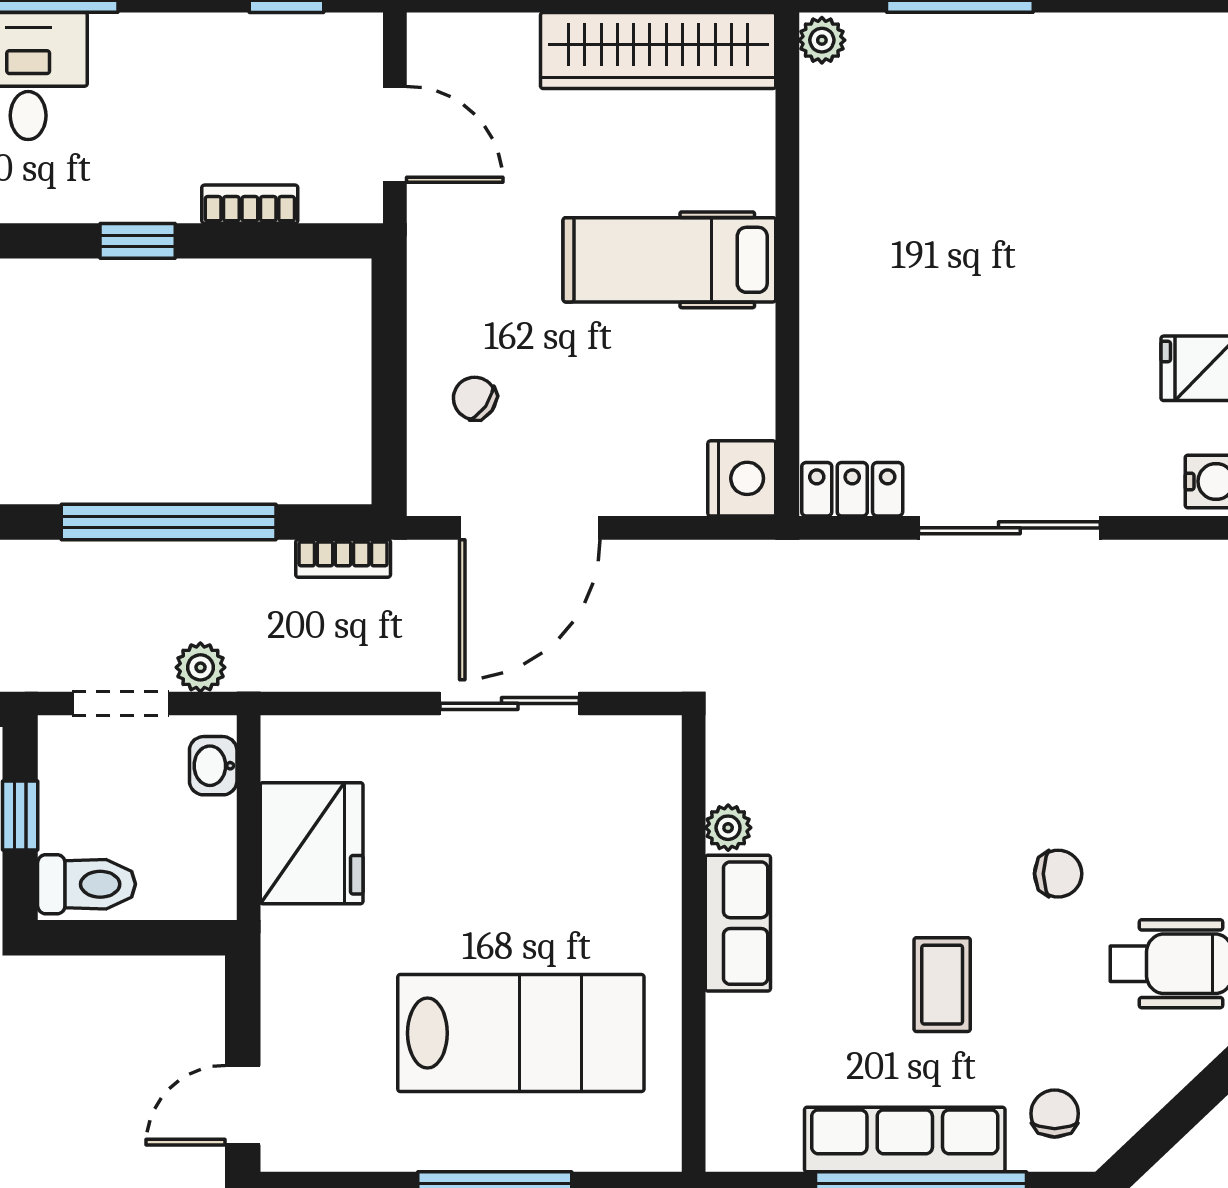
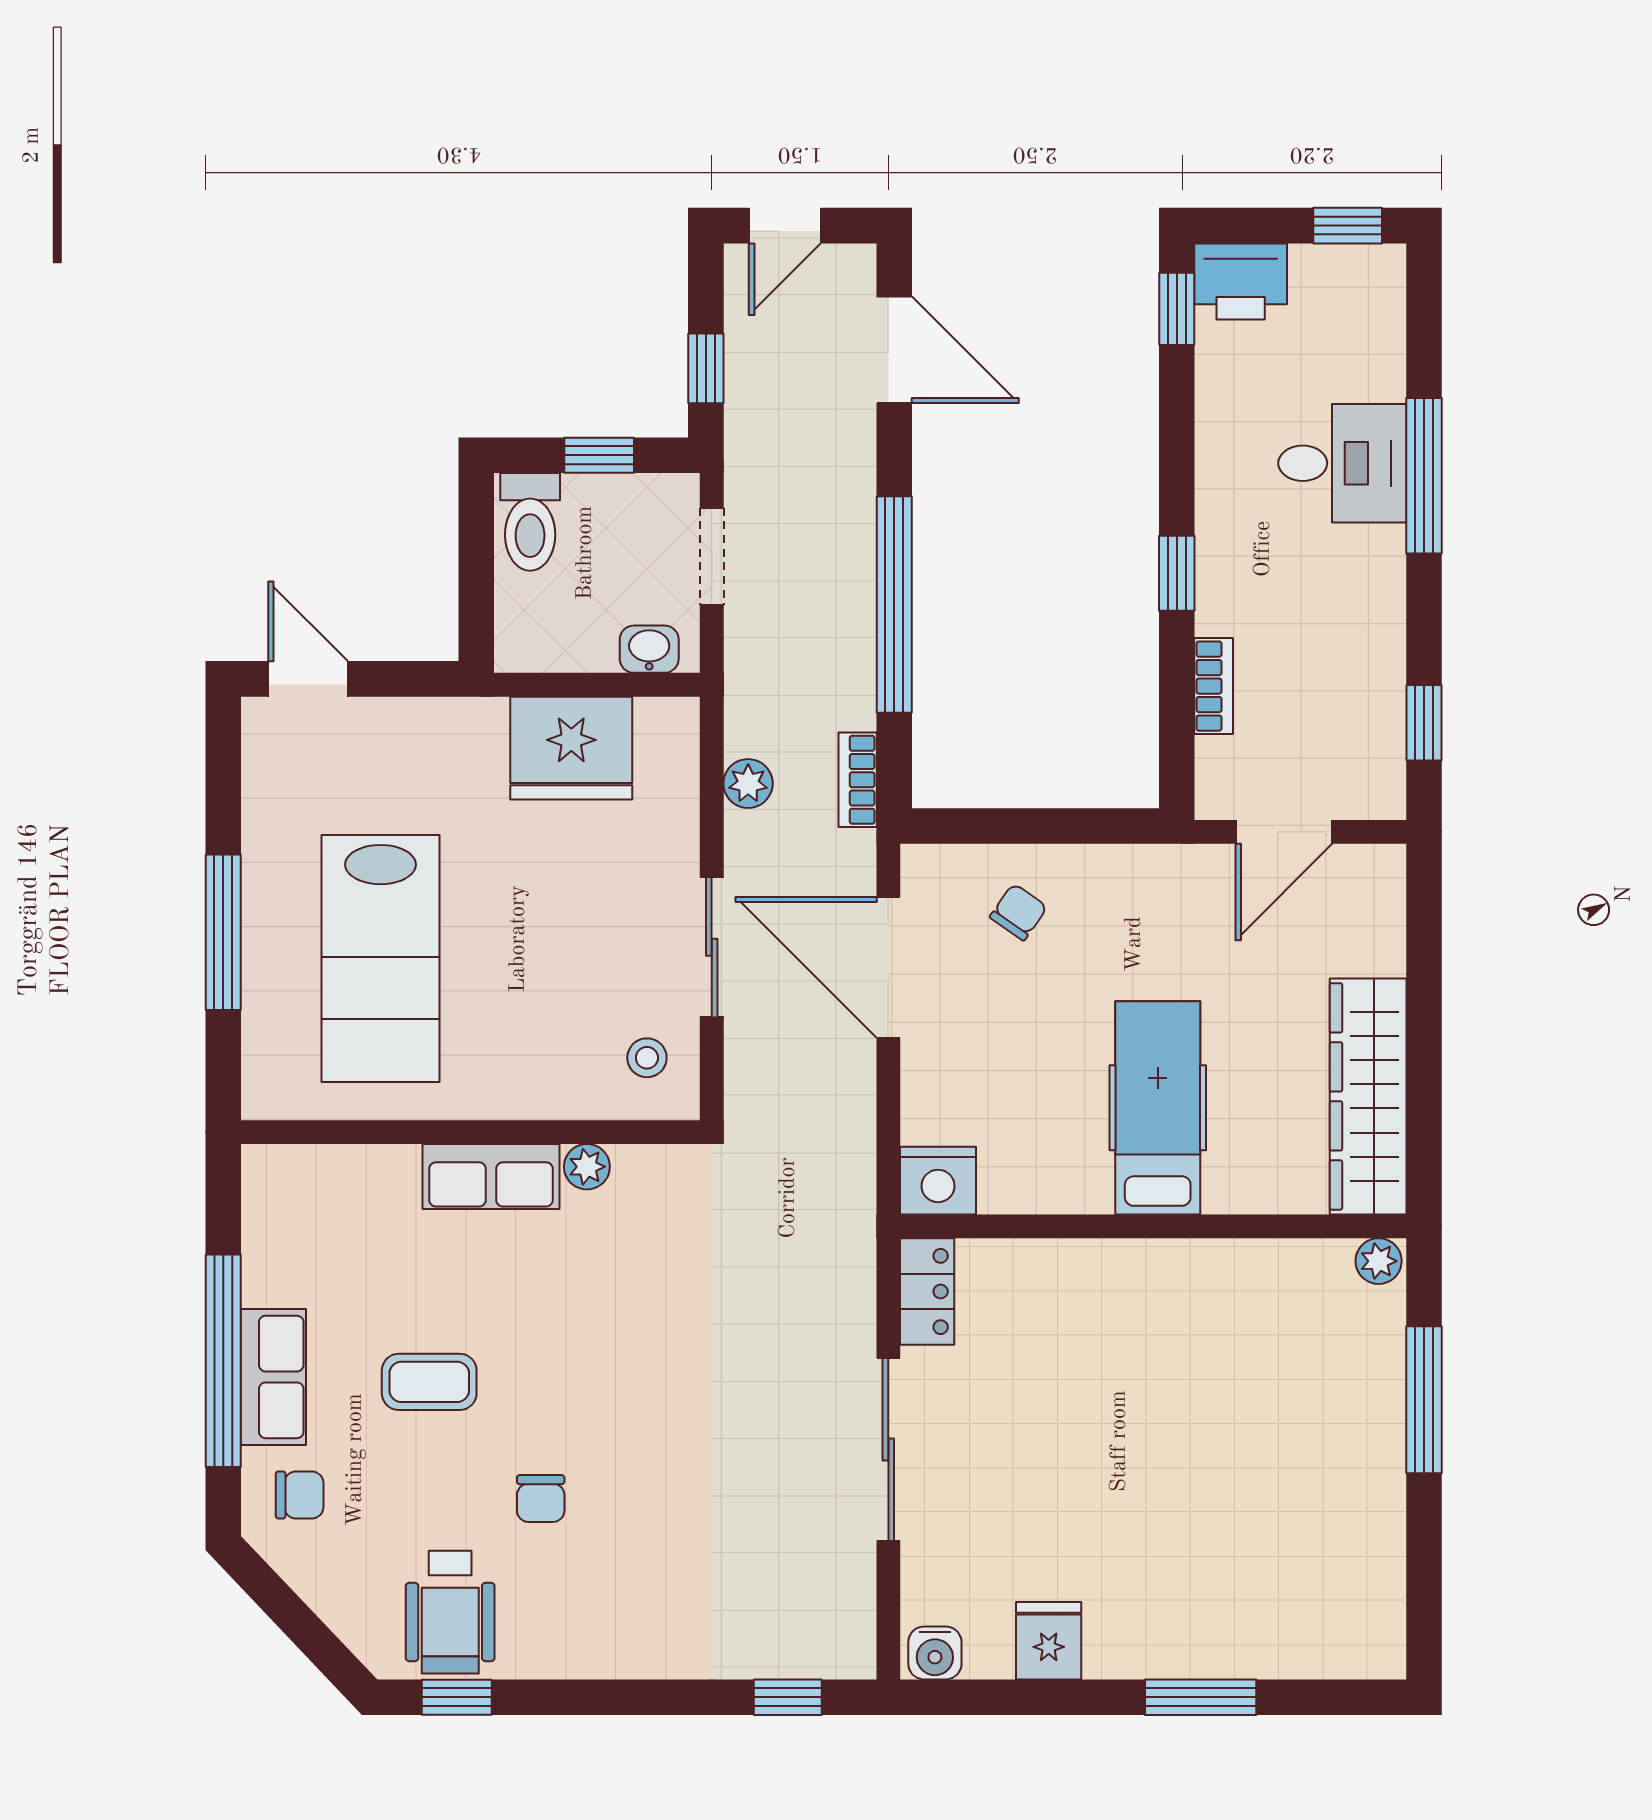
plant: (200, 667) -> (748, 784), moved
stool: (620, 768) -> (647, 1058), added
row of seats: (905, 1140) -> (273, 1377), width x0.68

